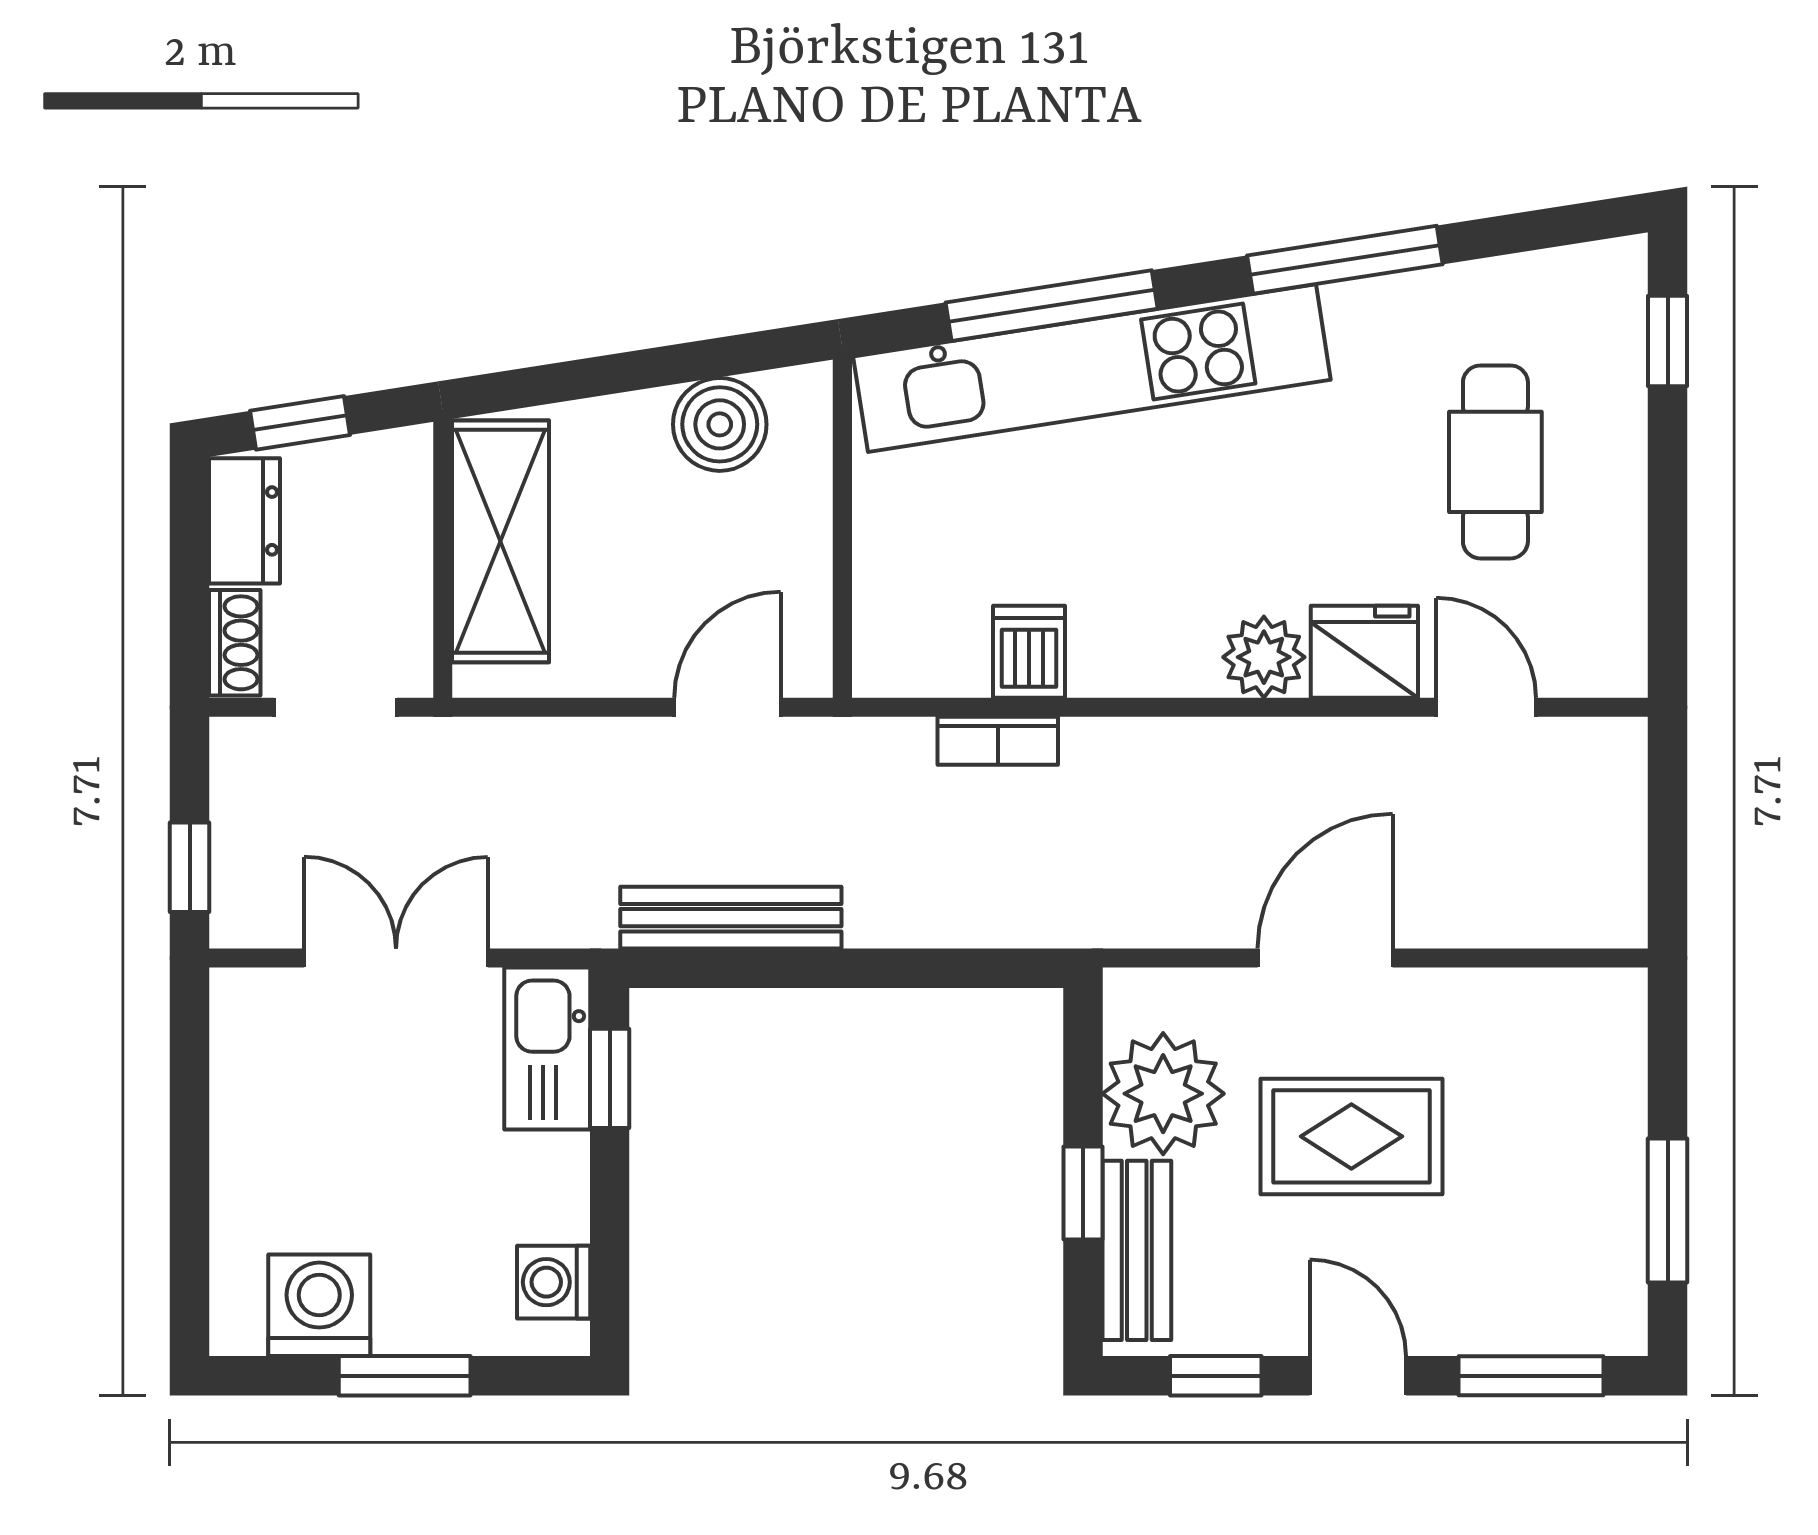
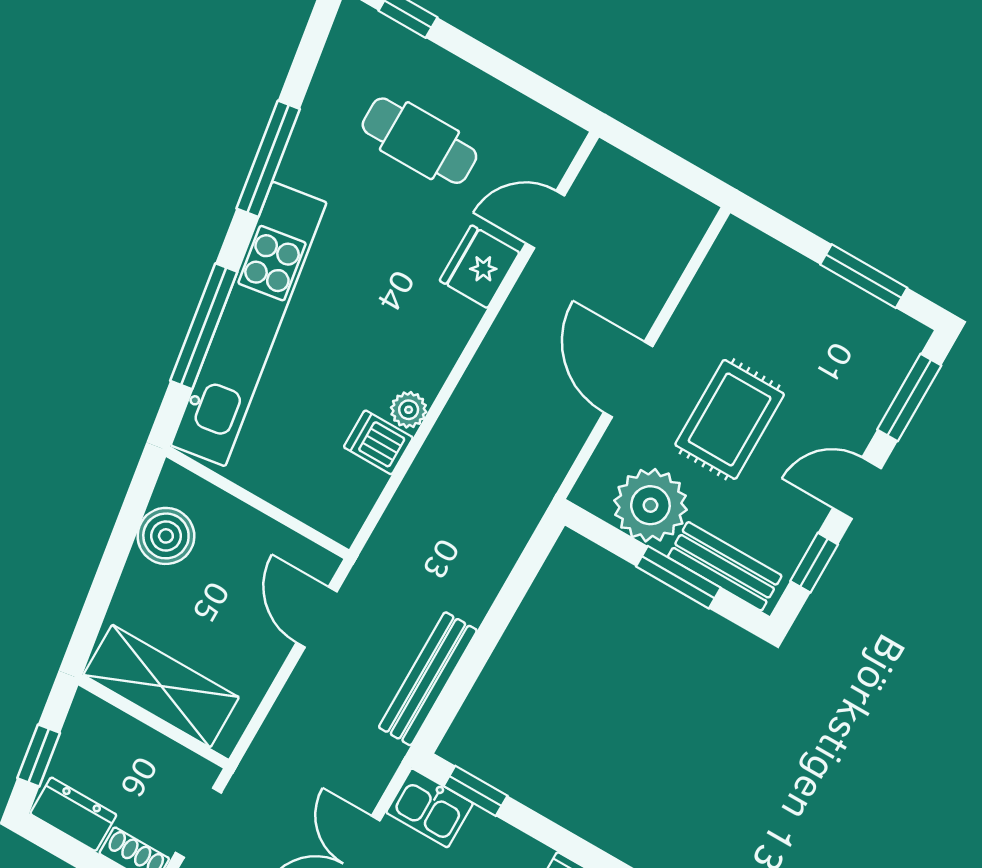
plant: (1264, 657) -> (409, 410), moved, width x0.73, depth x0.73
bookcase: (998, 741) -> (416, 486), removed
kitchen sink: (547, 1049) -> (430, 808), width x0.73
window: (1083, 1193) -> (678, 577), width x1.50

